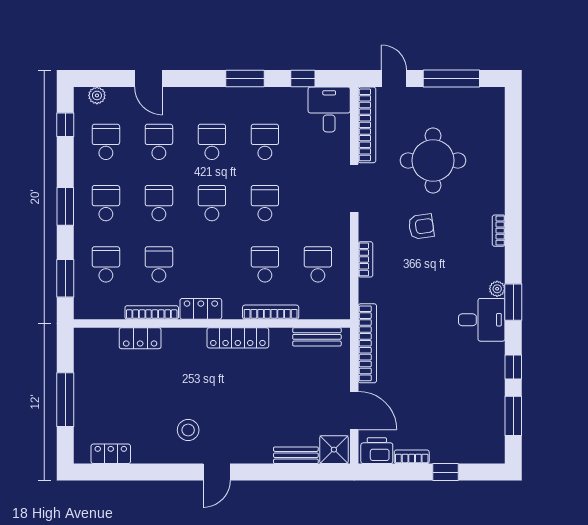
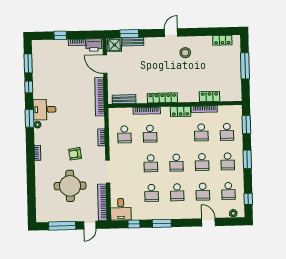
door: (394, 79) -> (90, 225), hinge flipped
window: (303, 472) -> (129, 34), added

